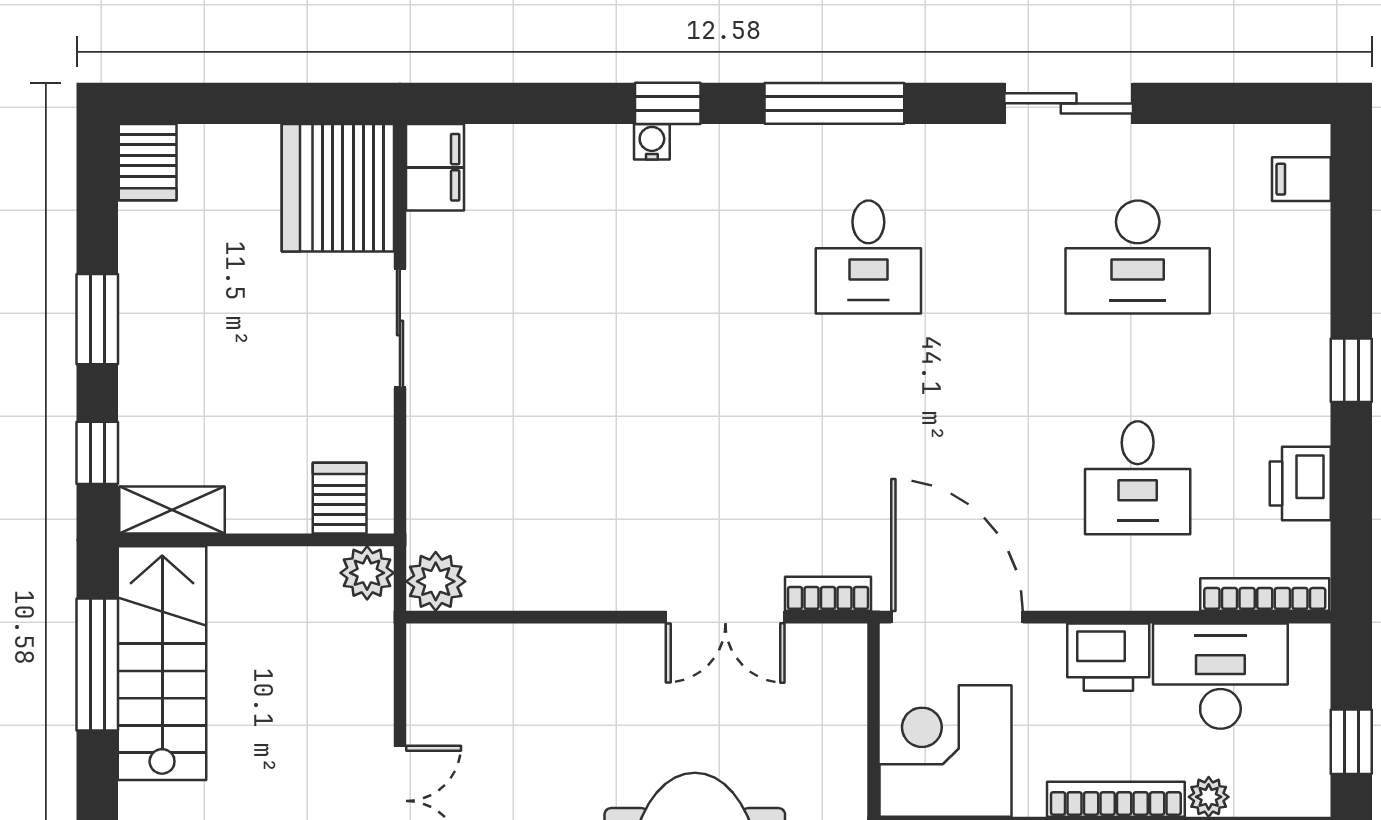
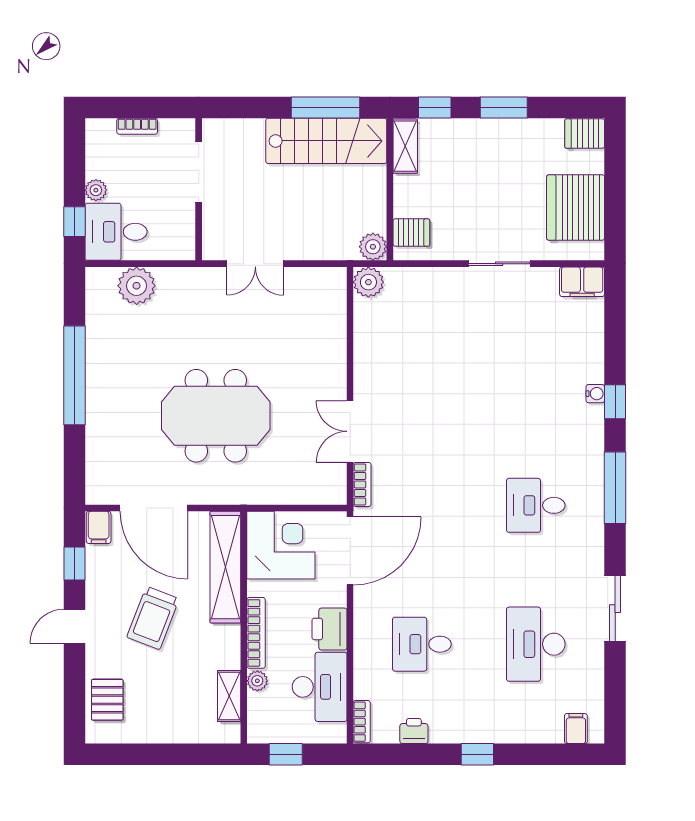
server rack: (338, 188) -> (576, 208), moved, turned -90
printer: (1300, 483) -> (414, 731), width x0.73, depth x0.81
bookcase: (1265, 595) -> (362, 722), width x0.64

